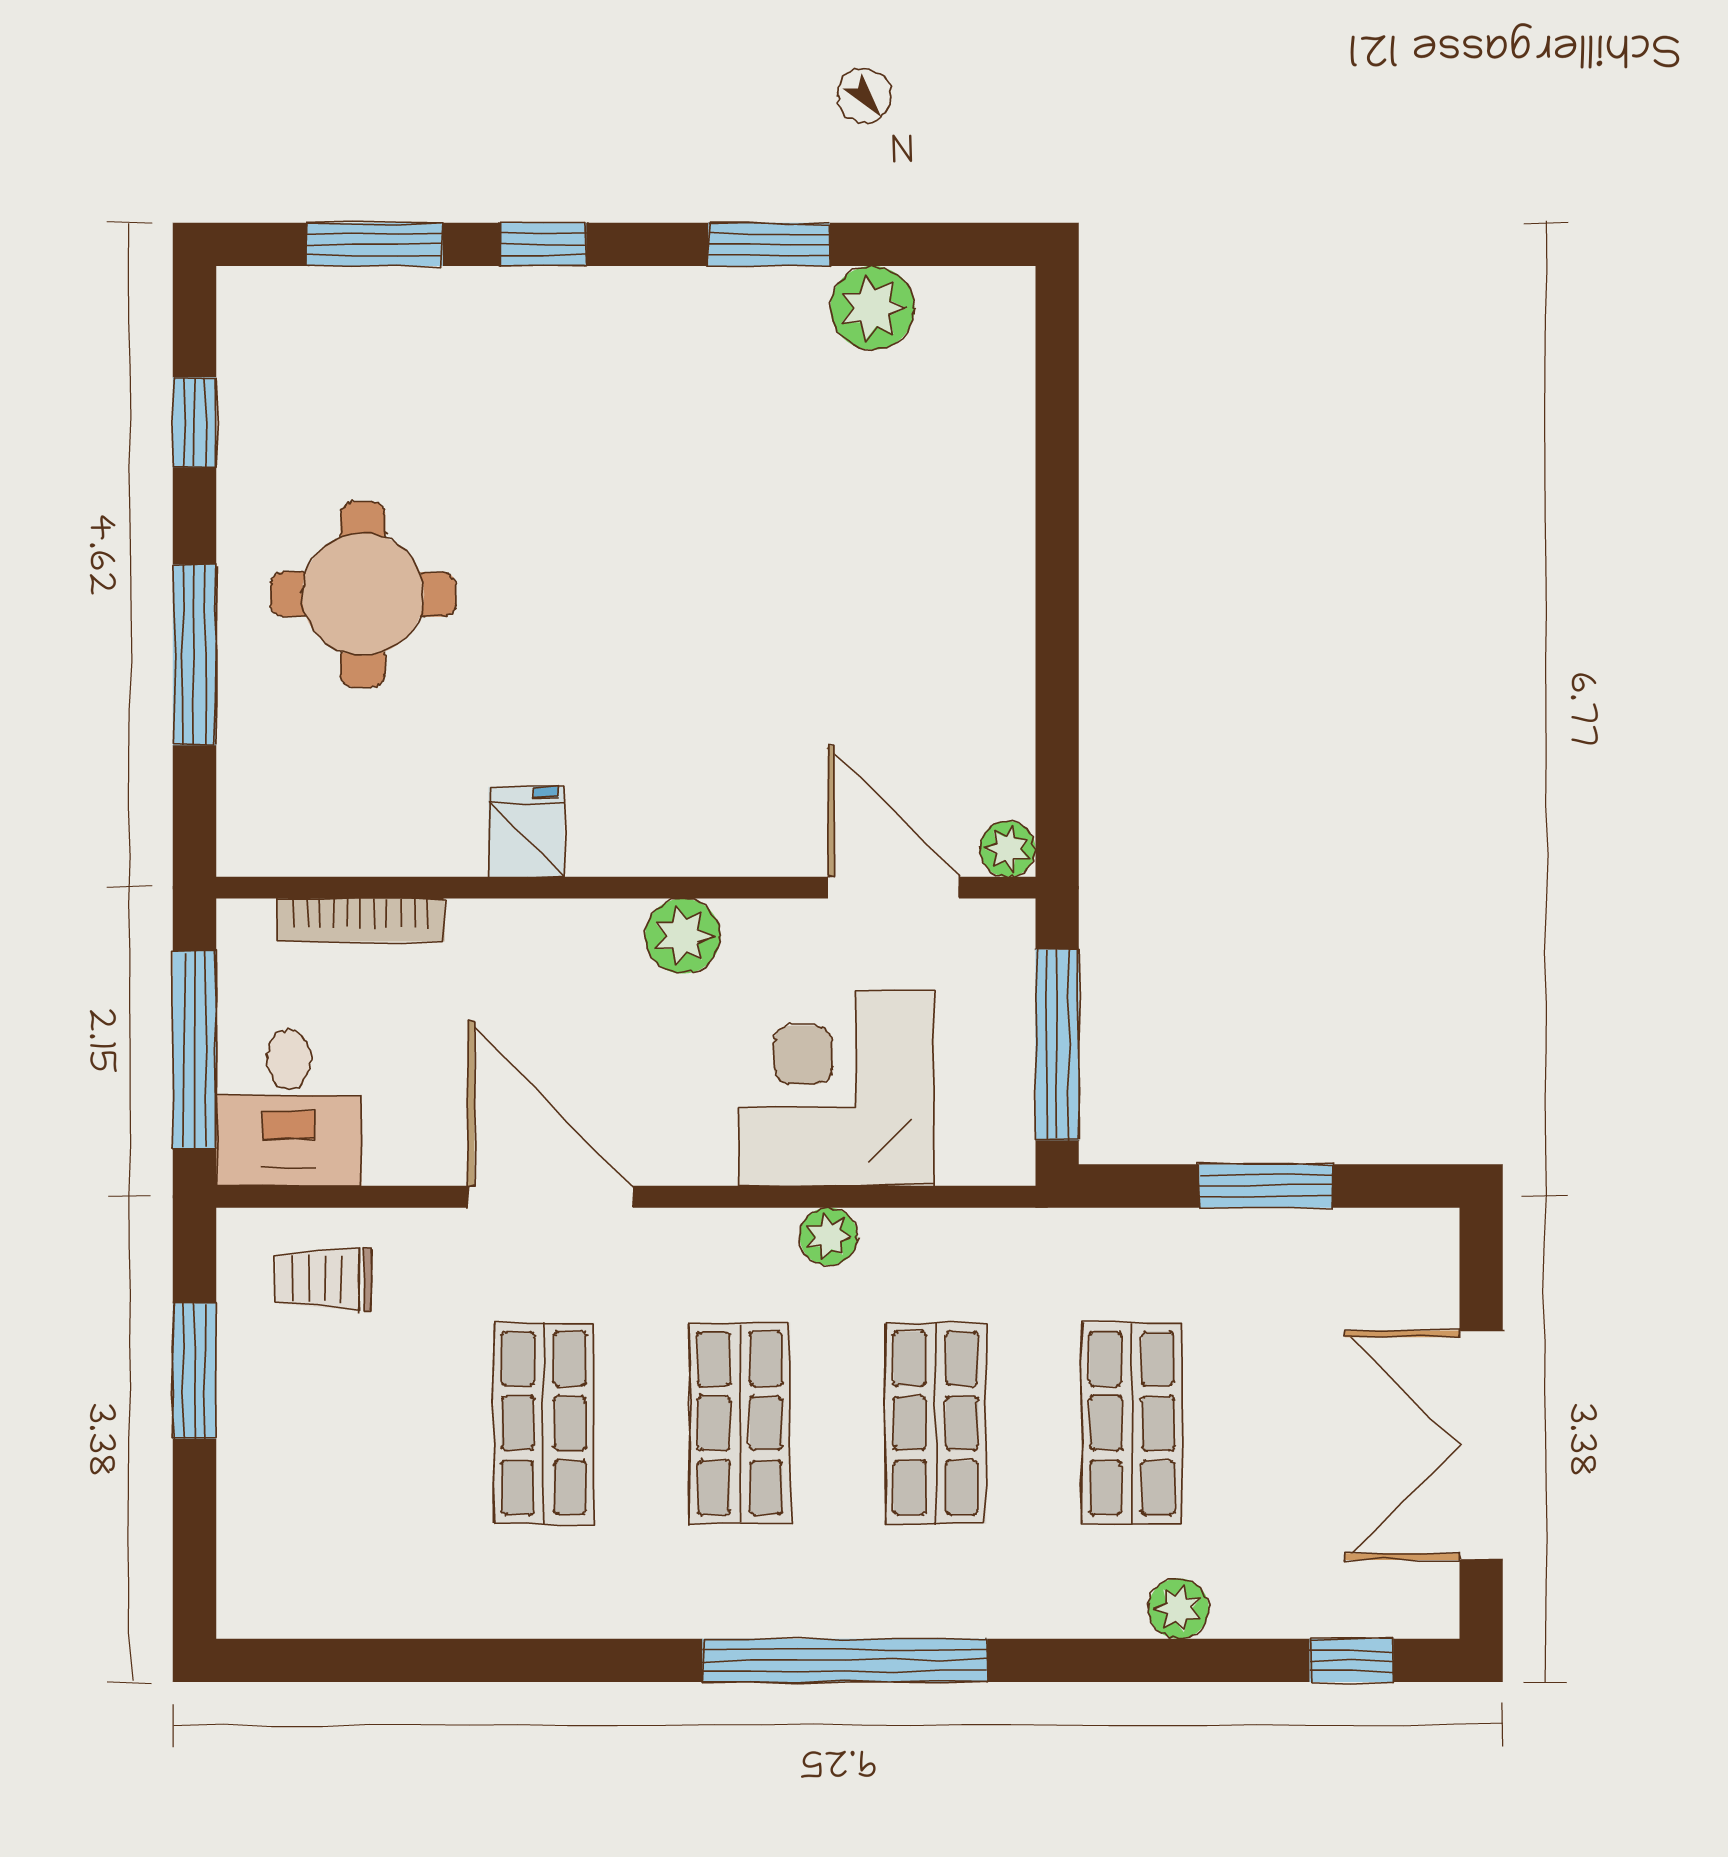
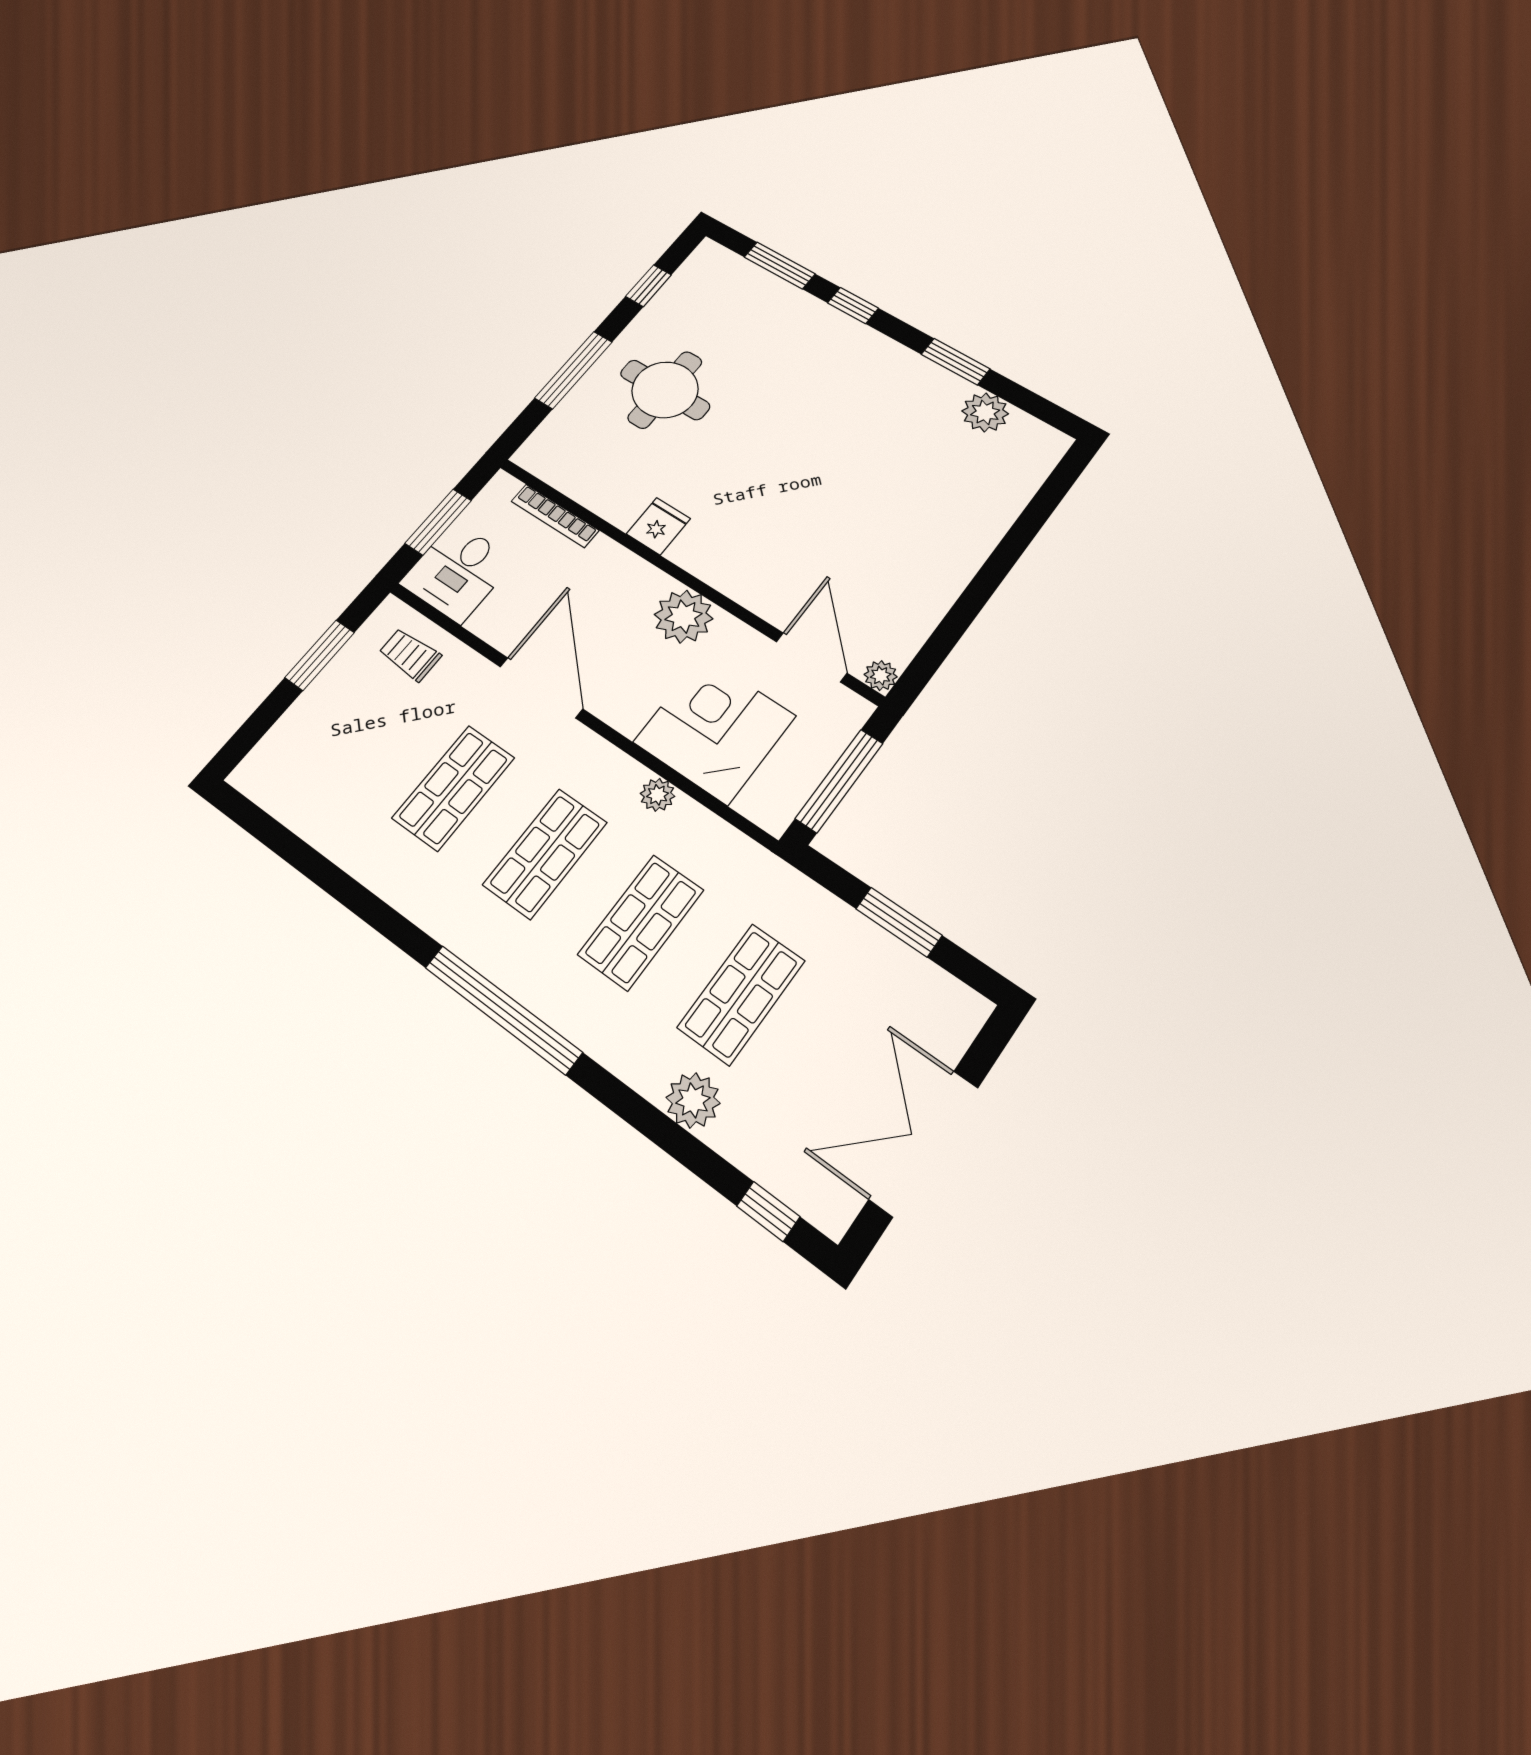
plant: (683, 936) -> (684, 617), width x1.36, depth x1.36
window: (195, 1050) -> (438, 522), width x0.69
plant: (1179, 1609) -> (693, 1100), width x1.38, depth x1.38

